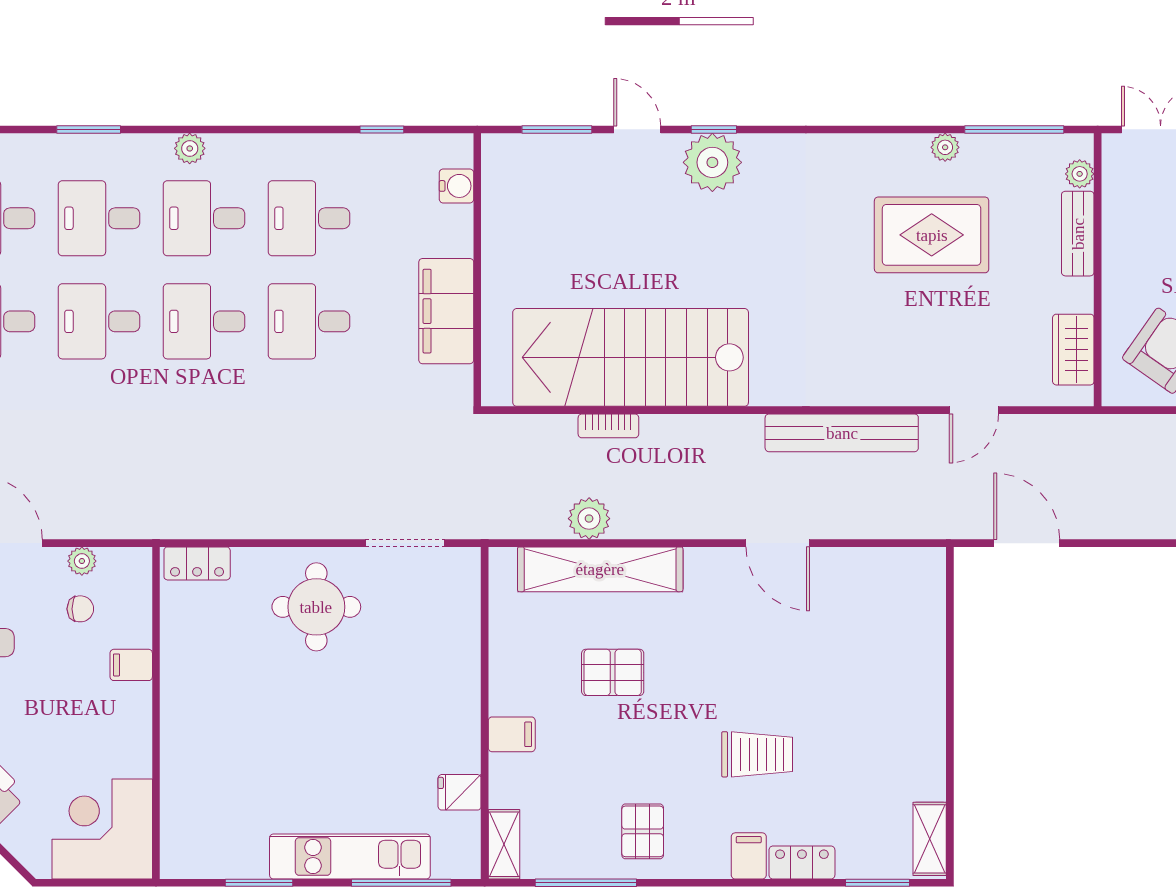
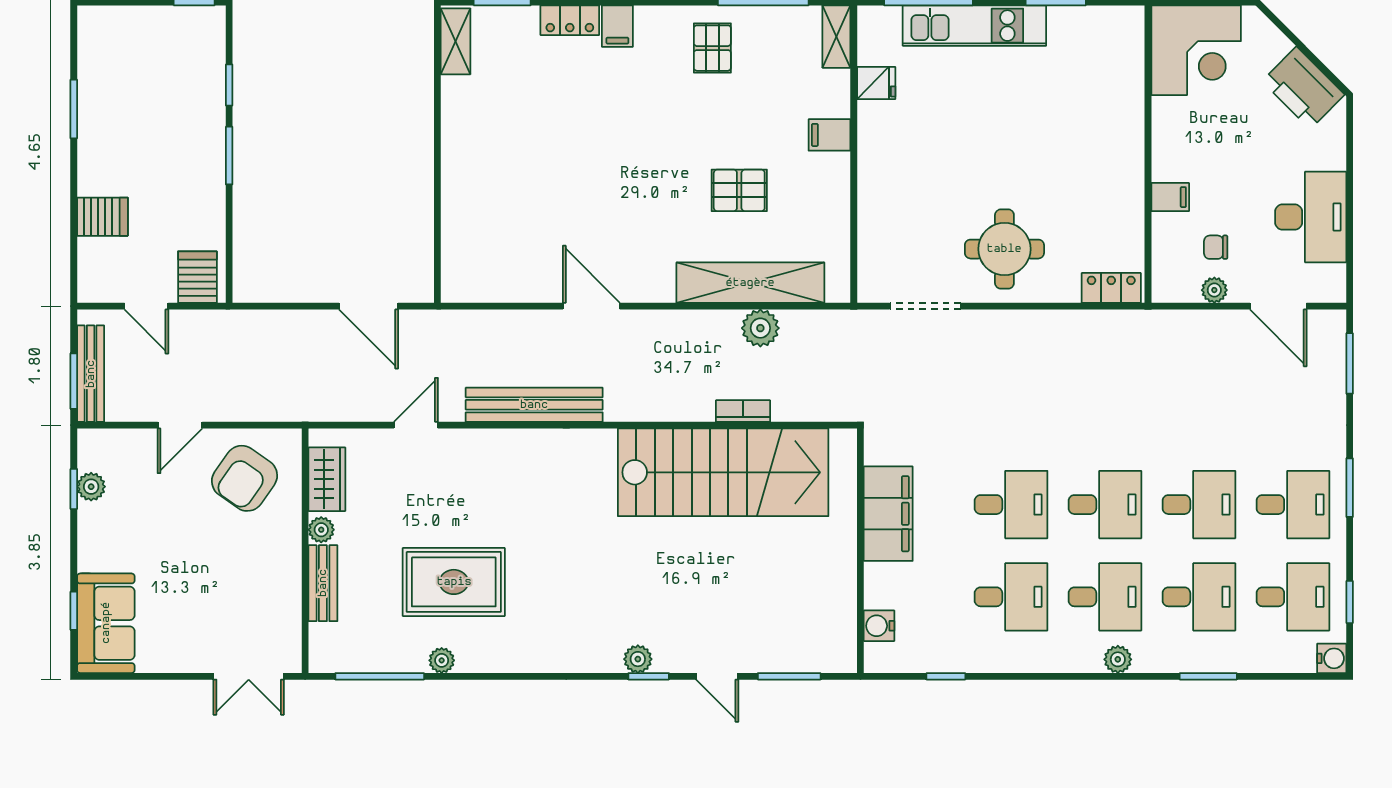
plant: (712, 162) -> (638, 659), width x0.53, depth x0.53
plant: (1080, 174) -> (321, 530), moved
trolley: (757, 754) -> (610, 117), removed

